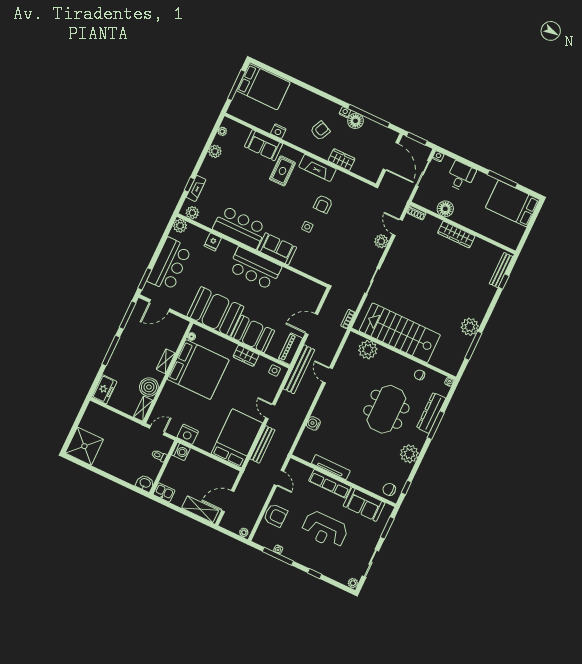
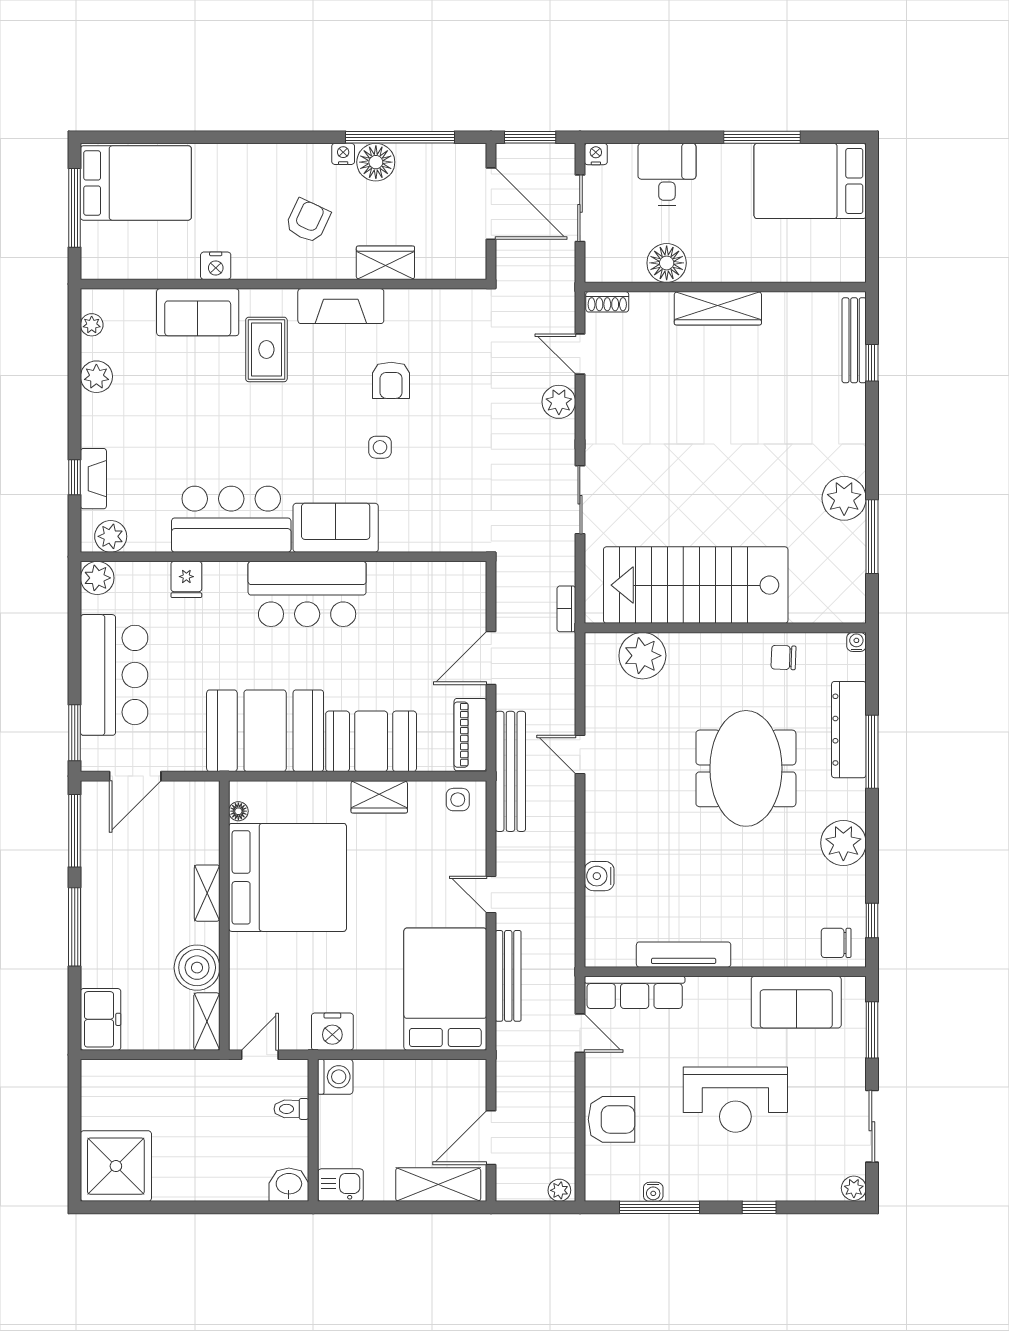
row of seats: (330, 484) -> (635, 992), moved

